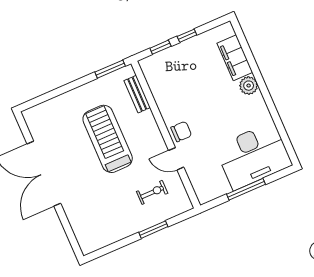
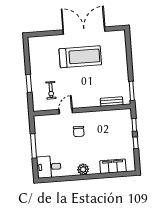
plant: (249, 86) -> (83, 169), moved
chair: (181, 131) -> (79, 131), moved
treadmill: (108, 139) -> (80, 57), moved
desk: (253, 156) -> (49, 167), width x0.53, depth x0.77

